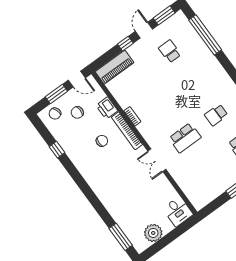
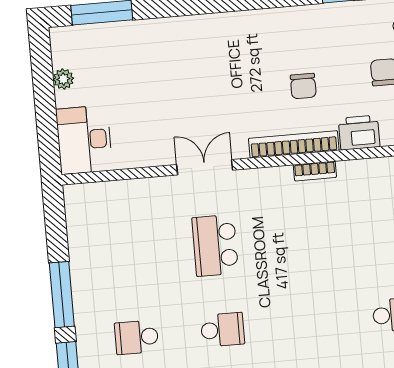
school desk: (216, 115) -> (223, 330), turned 90
desk: (178, 211) -> (84, 140), width x1.37
plant: (153, 233) -> (63, 79), width x0.53, depth x0.53

